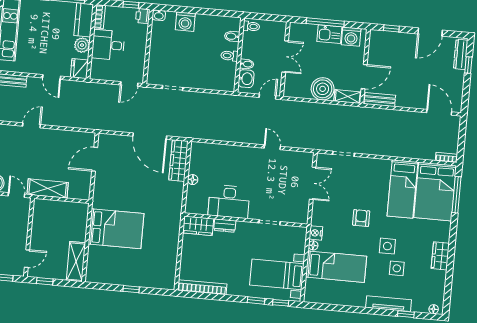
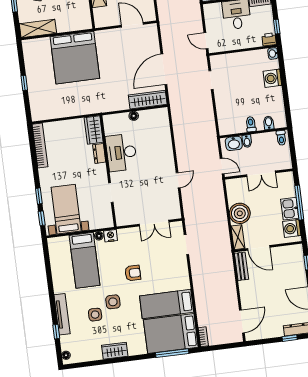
bed: (116, 229) -> (75, 58), width x1.36

